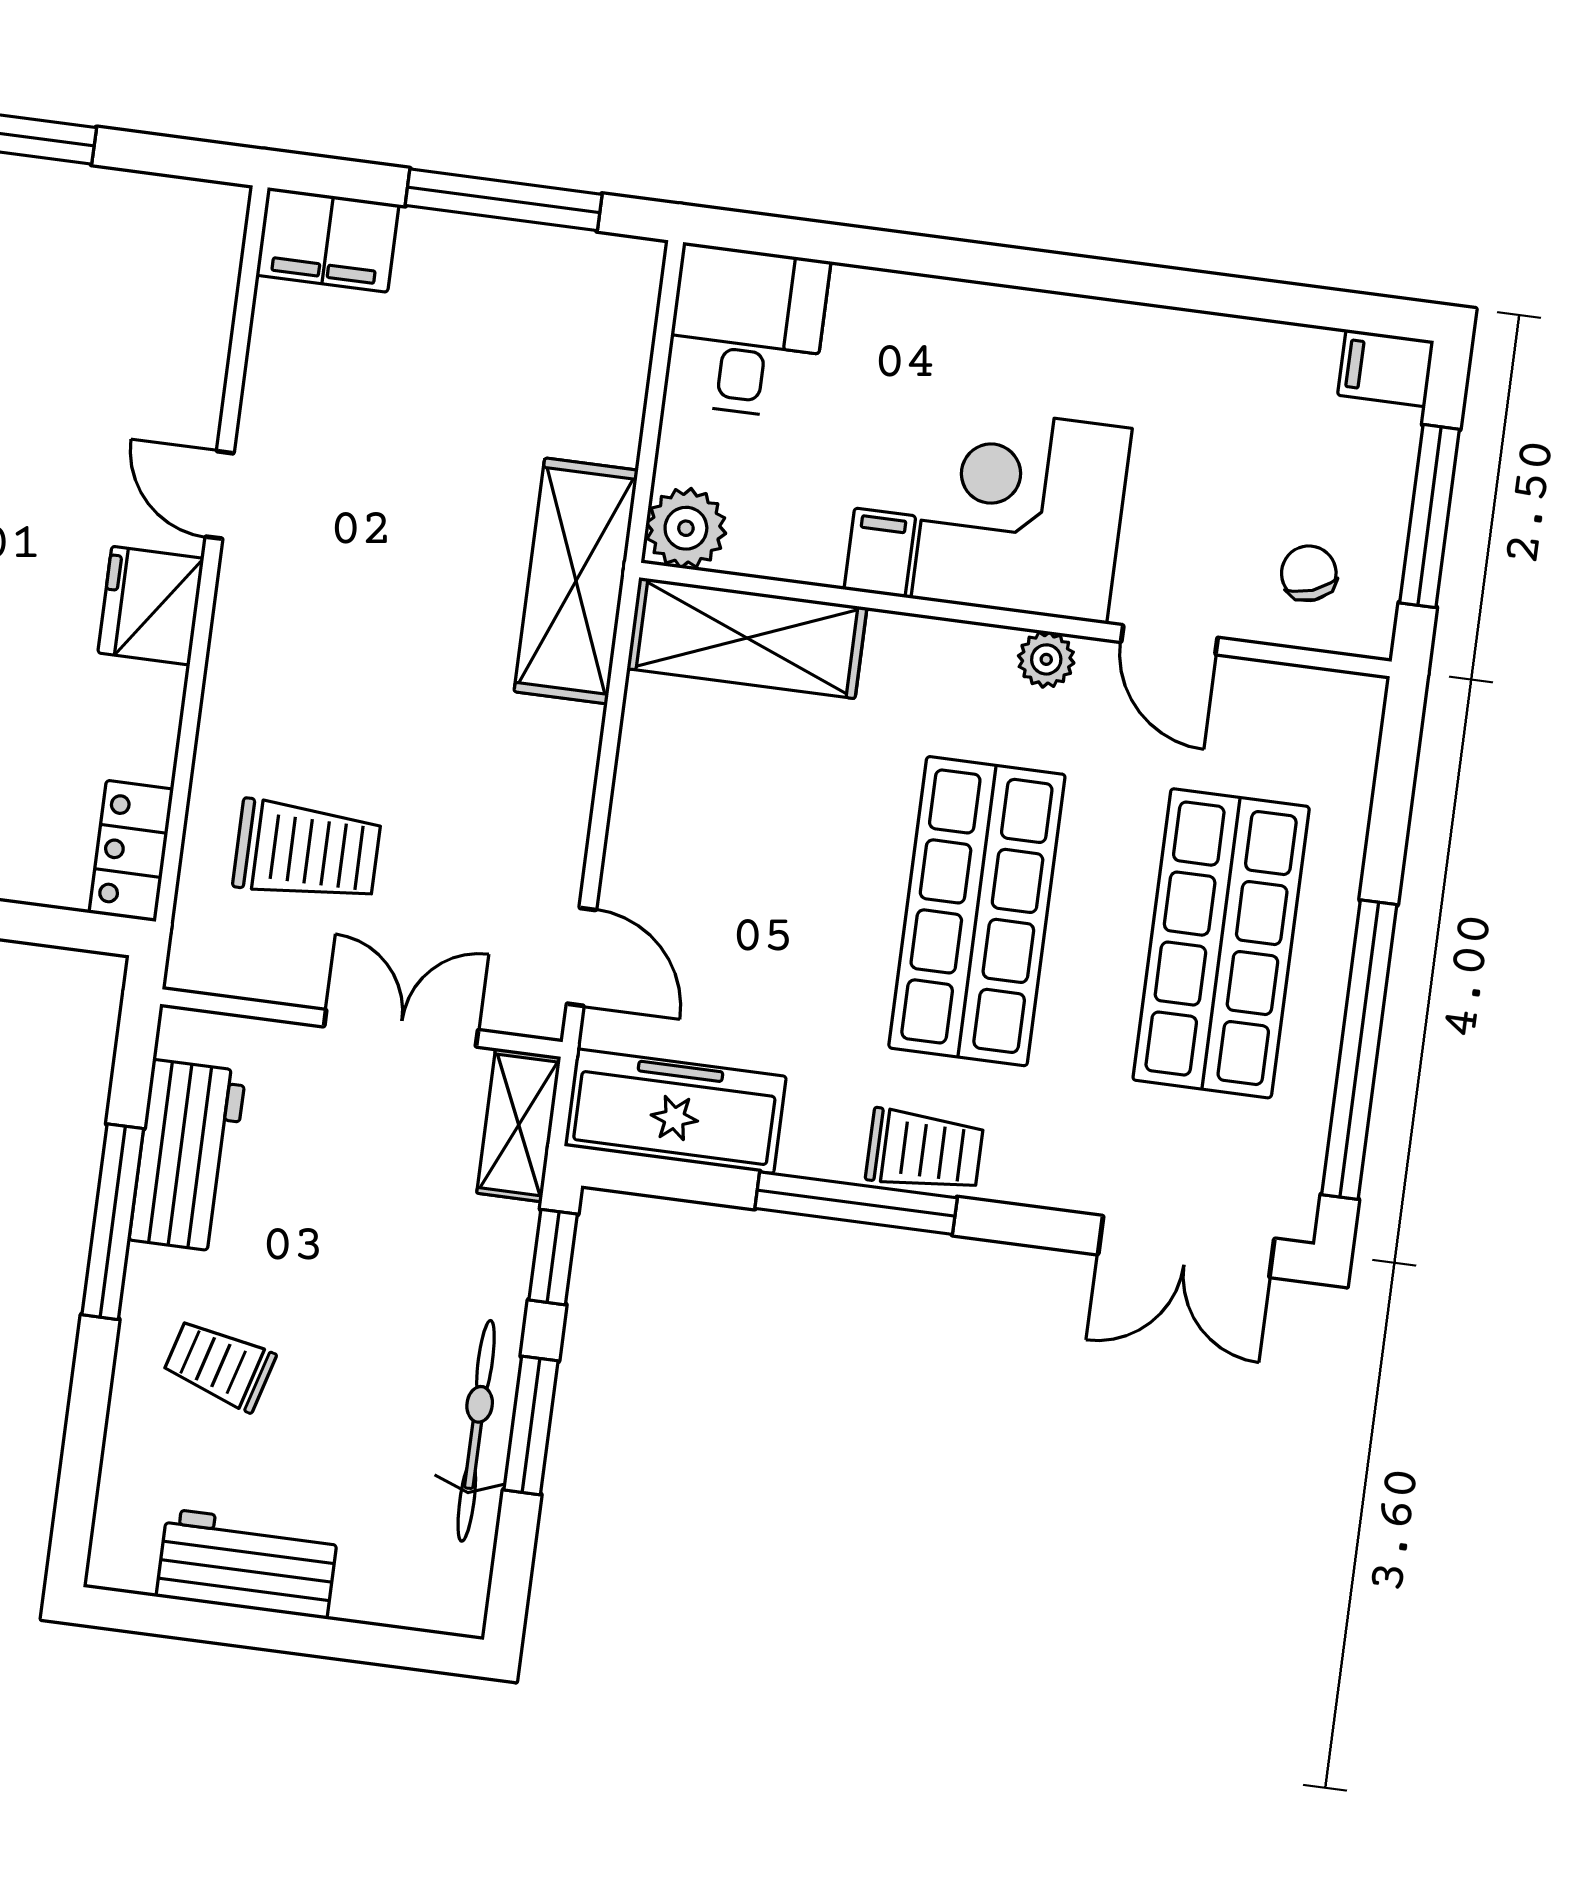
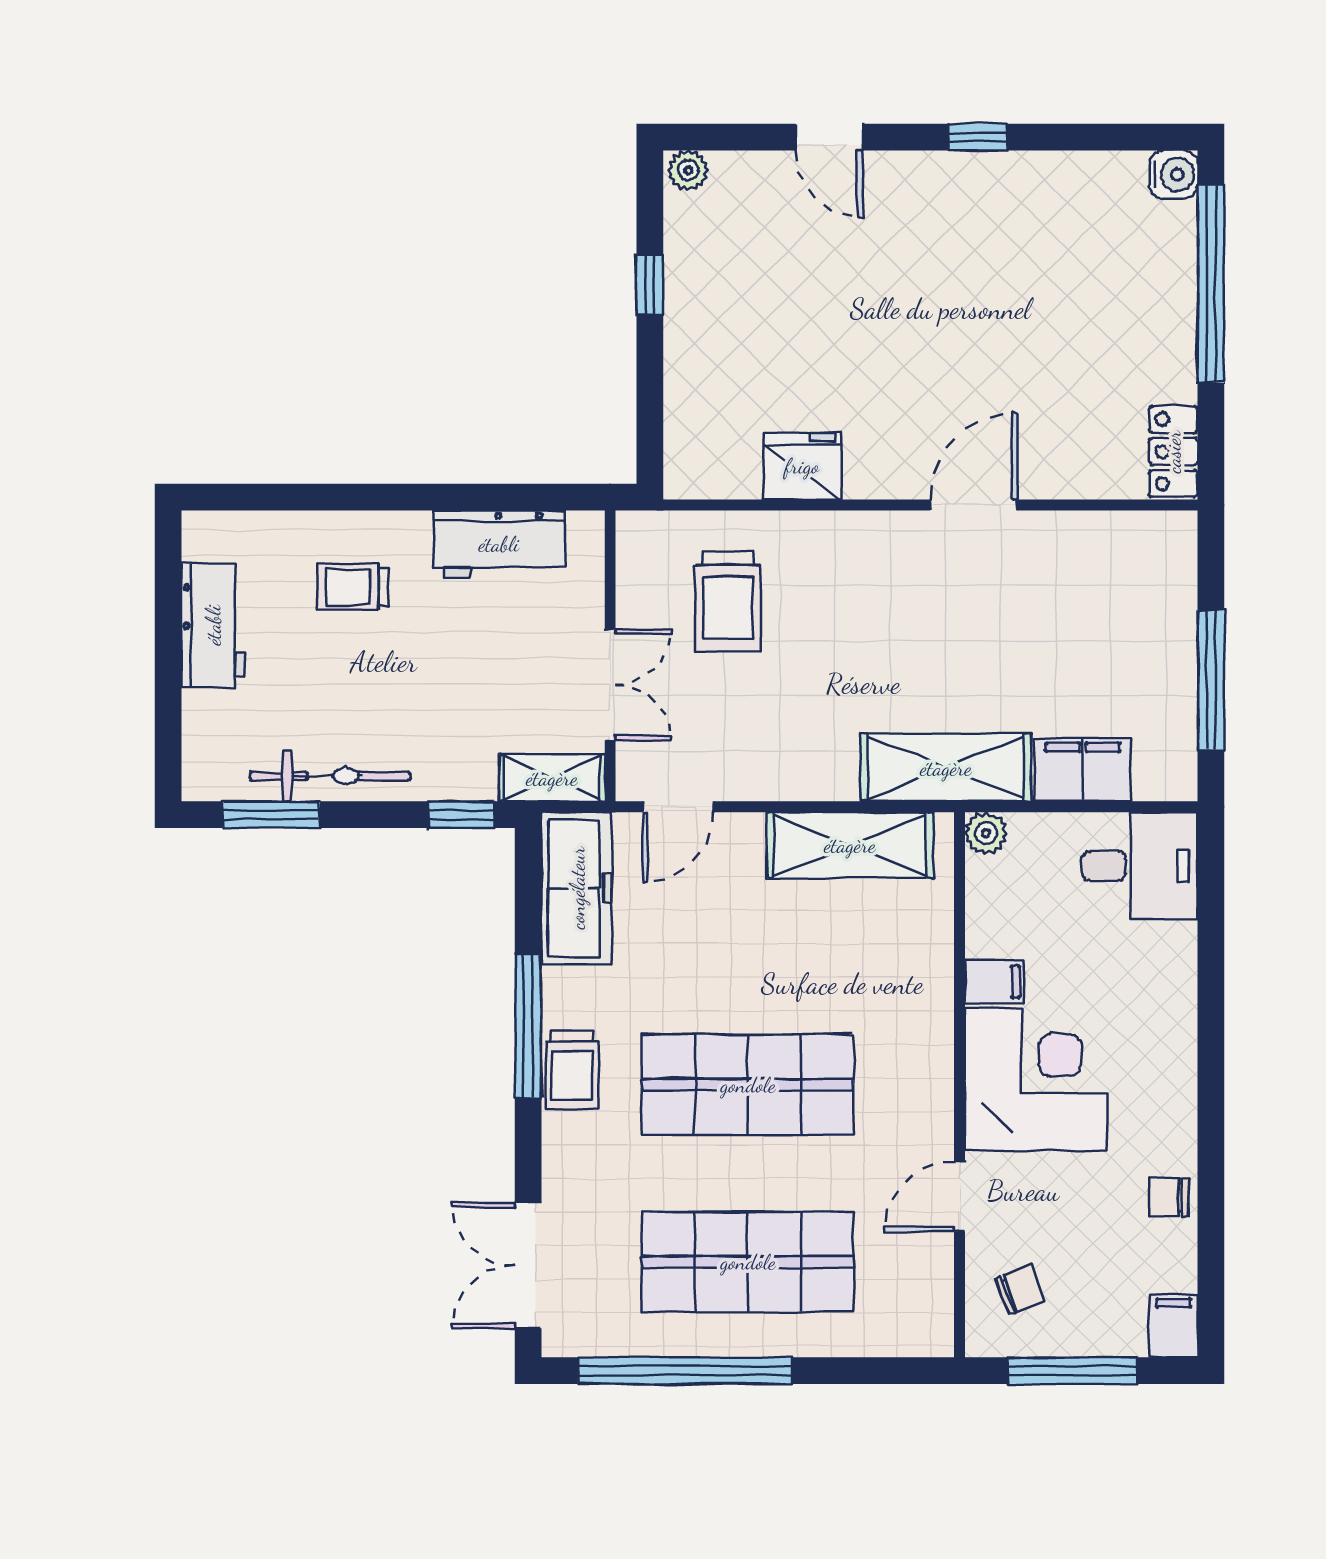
filing cabinet: (328, 240) -> (1083, 770), moved, turned 90
chair: (1209, 352) -> (1169, 1197), added
door: (220, 495) -> (974, 505), width x1.37
plant: (686, 528) -> (986, 833), width x0.73, depth x0.73
fridge: (151, 606) -> (802, 466), moved
shelving: (747, 638) -> (850, 845), moved, turned 90
plant: (1046, 659) -> (934, 1111), removed
locker: (131, 851) -> (1173, 452), moved, turned -90
window: (113, 1222) -> (445, 497), removed
trolley: (219, 1365) -> (353, 587), turned -106
window: (531, 1425) -> (271, 815), moved

